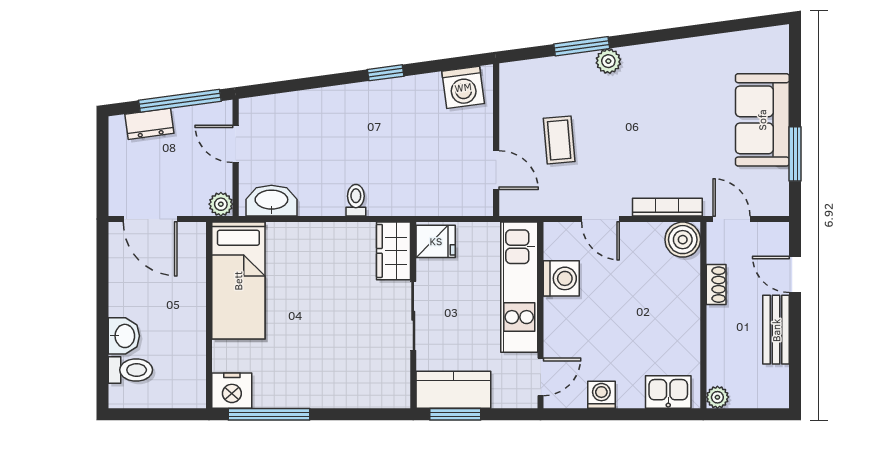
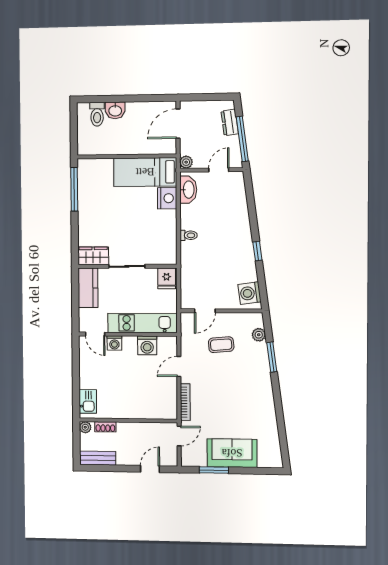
plant: (608, 61) -> (259, 335), moved
boiler: (683, 240) -> (168, 410), removed
wardrobe: (394, 251) -> (93, 256), moved
shoe rack: (716, 285) -> (105, 427), moved
bench: (776, 330) -> (98, 458), moved
nightstand: (232, 391) -> (167, 198), moved, turned 180
washing machine: (601, 395) -> (114, 343), moved, turned 90
window: (455, 414) -> (75, 289), removed

